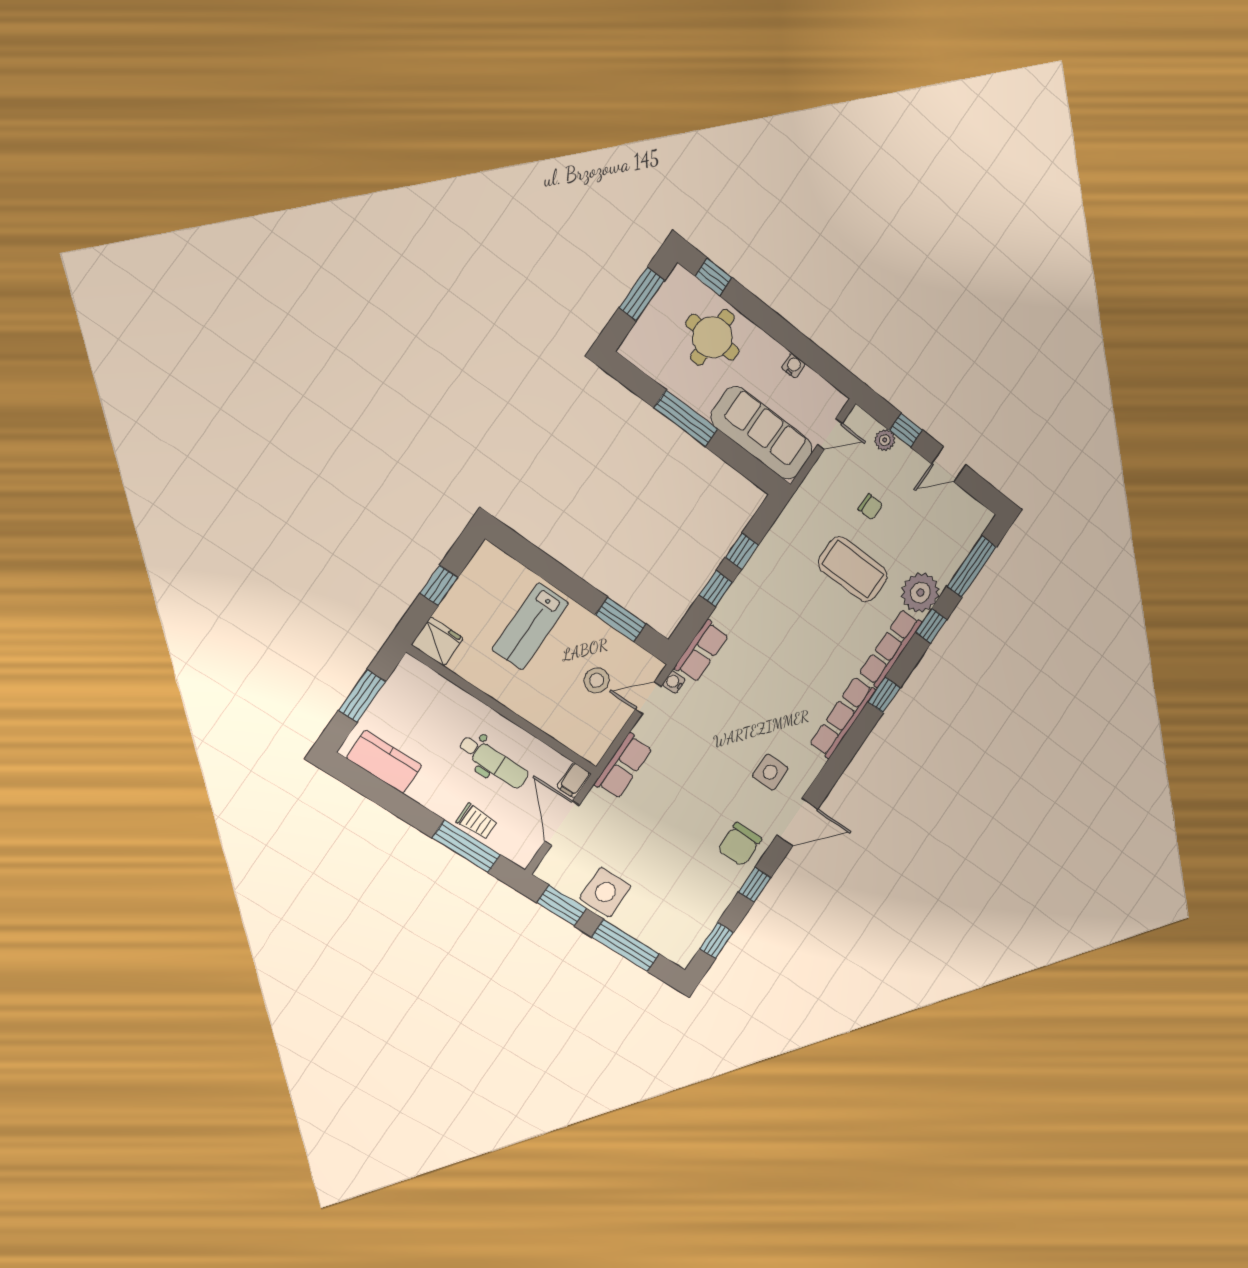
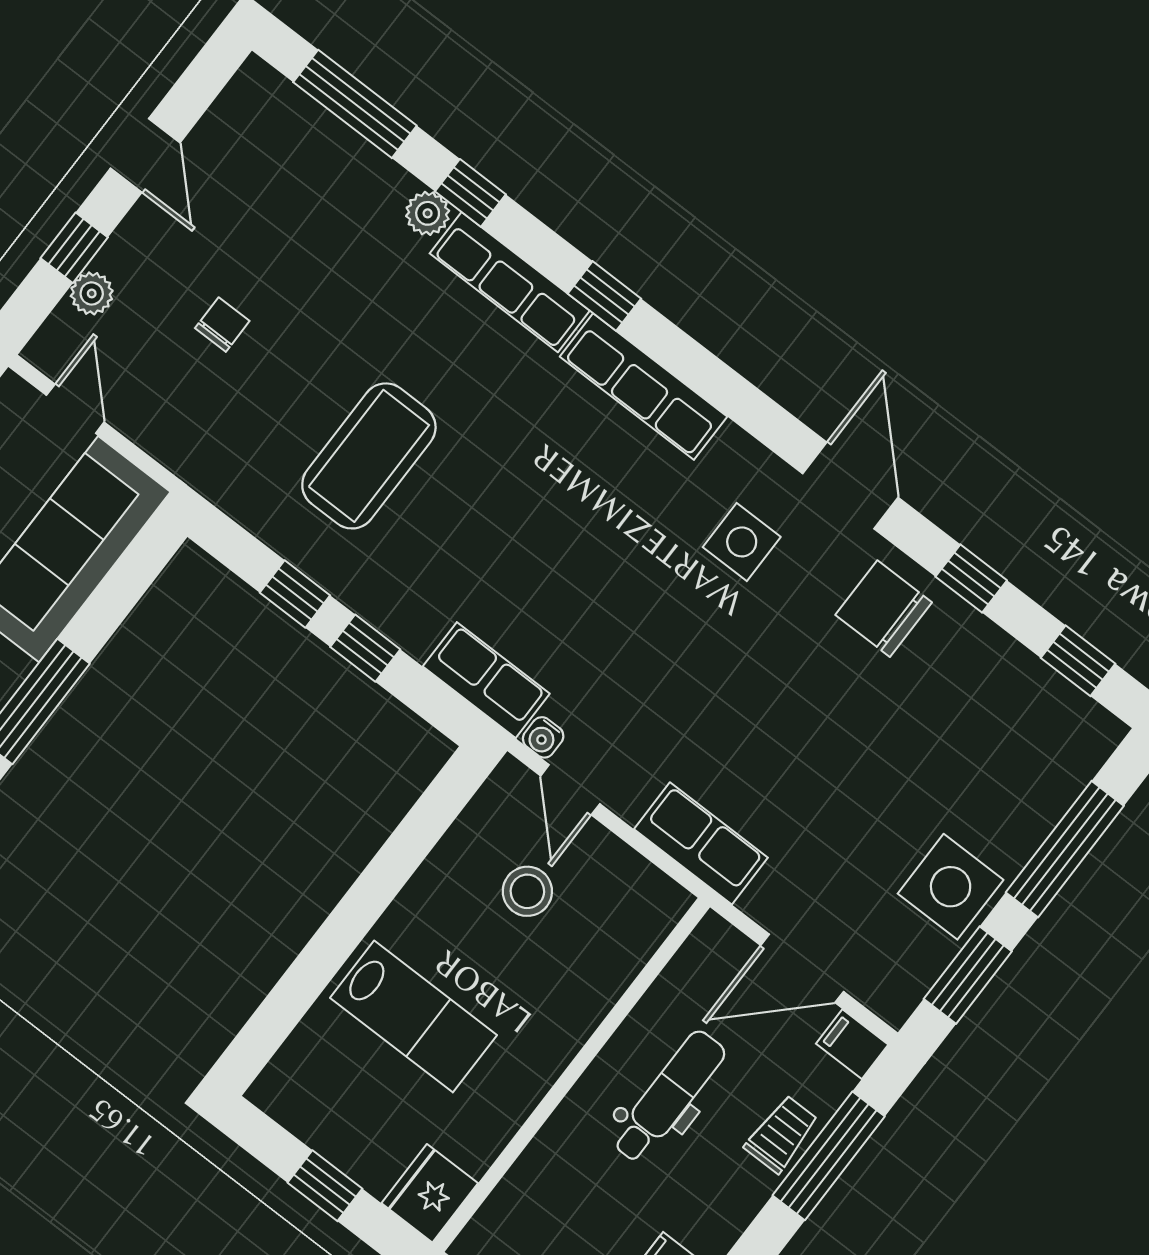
coffee table: (853, 569) -> (369, 456), moved
plant: (920, 593) -> (428, 213), width x0.53, depth x0.53
window: (621, 619) -> (413, 840), removed
filing cabinet: (574, 780) -> (852, 1044), moved, turned 180
chair: (740, 844) -> (884, 609), turned 180

